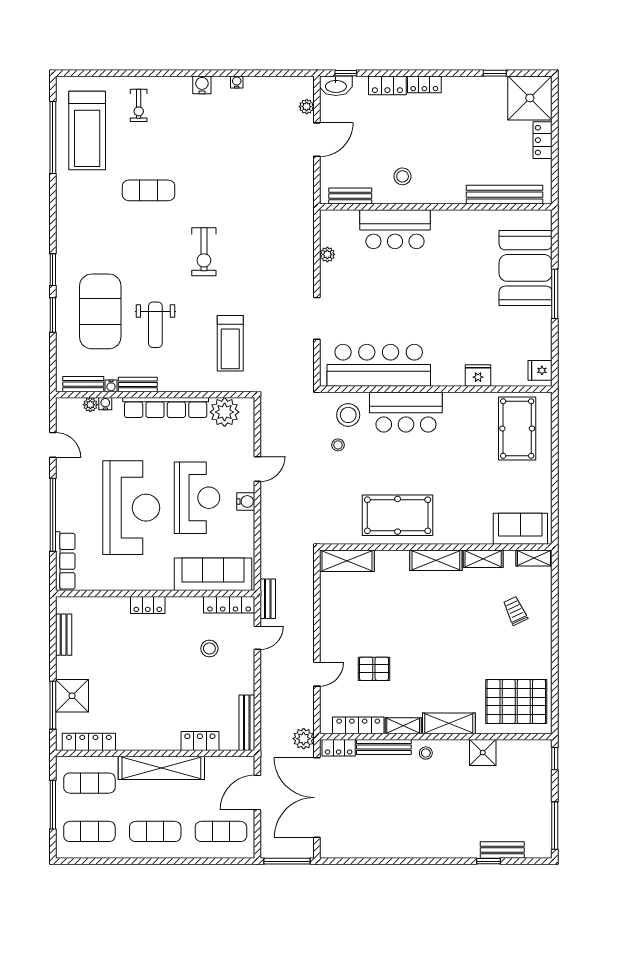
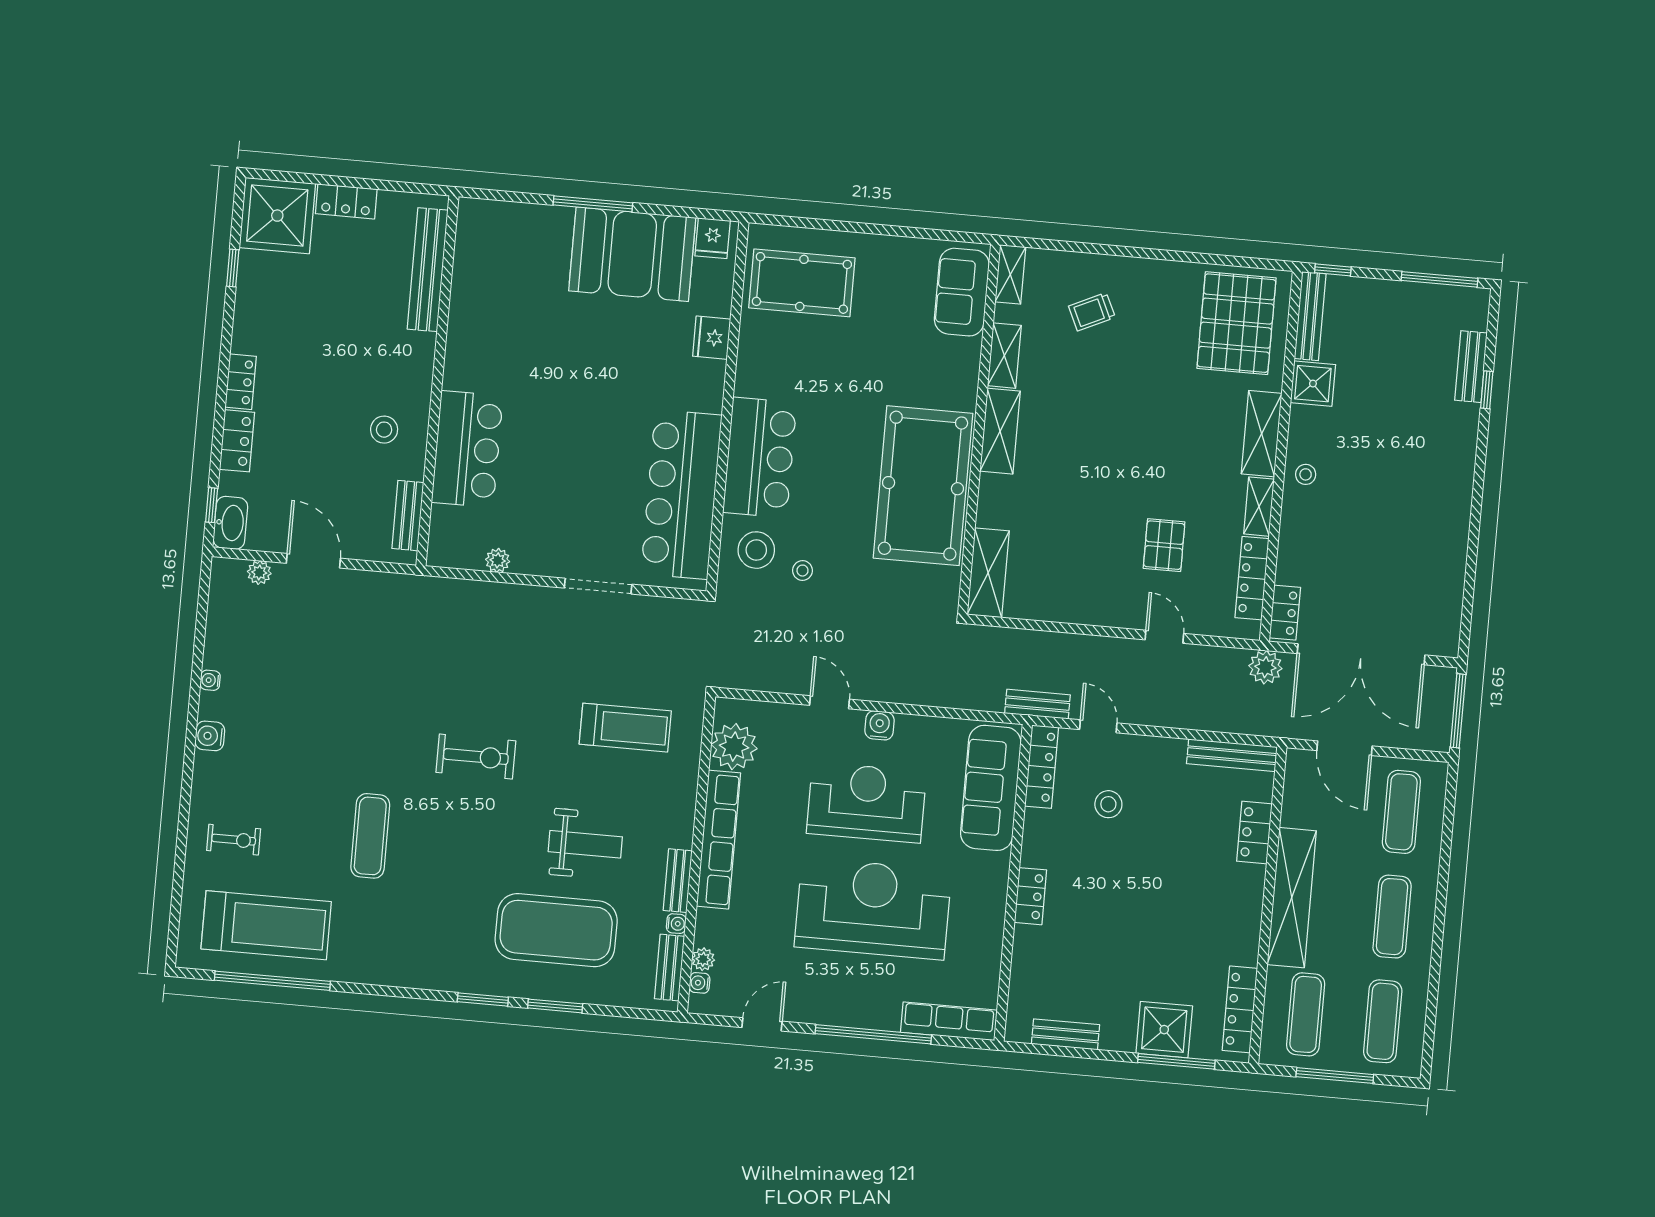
booth: (526, 268) -> (632, 254), moved
water cooler: (105, 404) -> (700, 983), moved
pool table: (398, 515) -> (923, 486), width x1.36, depth x1.32
bench: (384, 747) -> (1310, 316), moved

